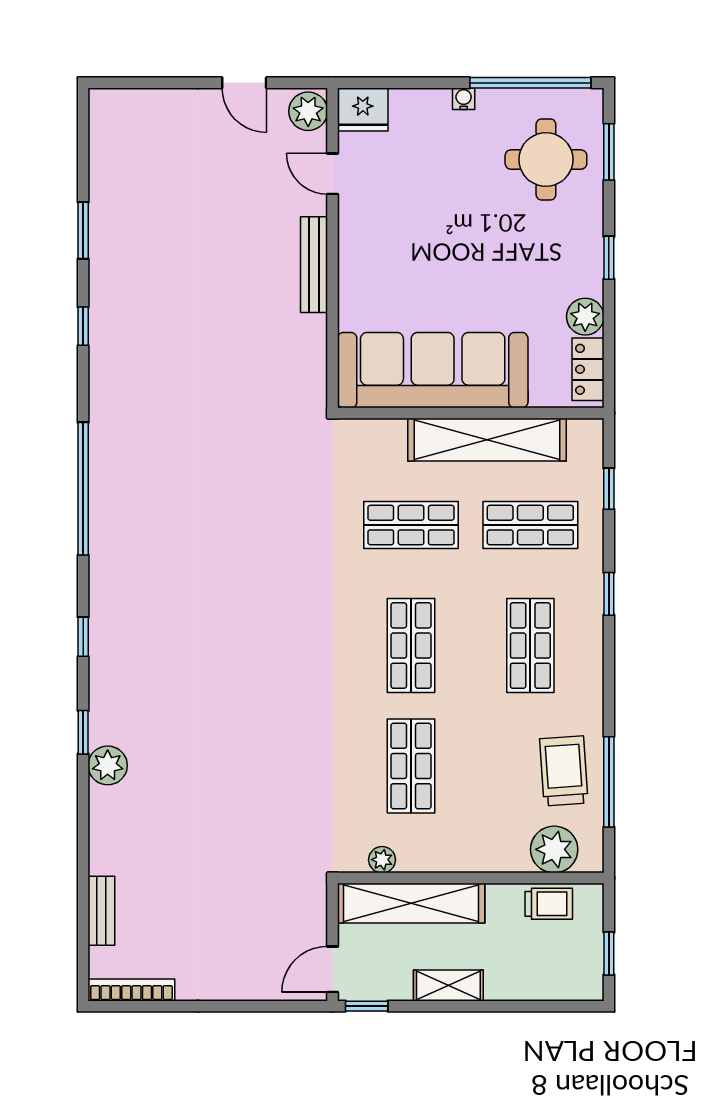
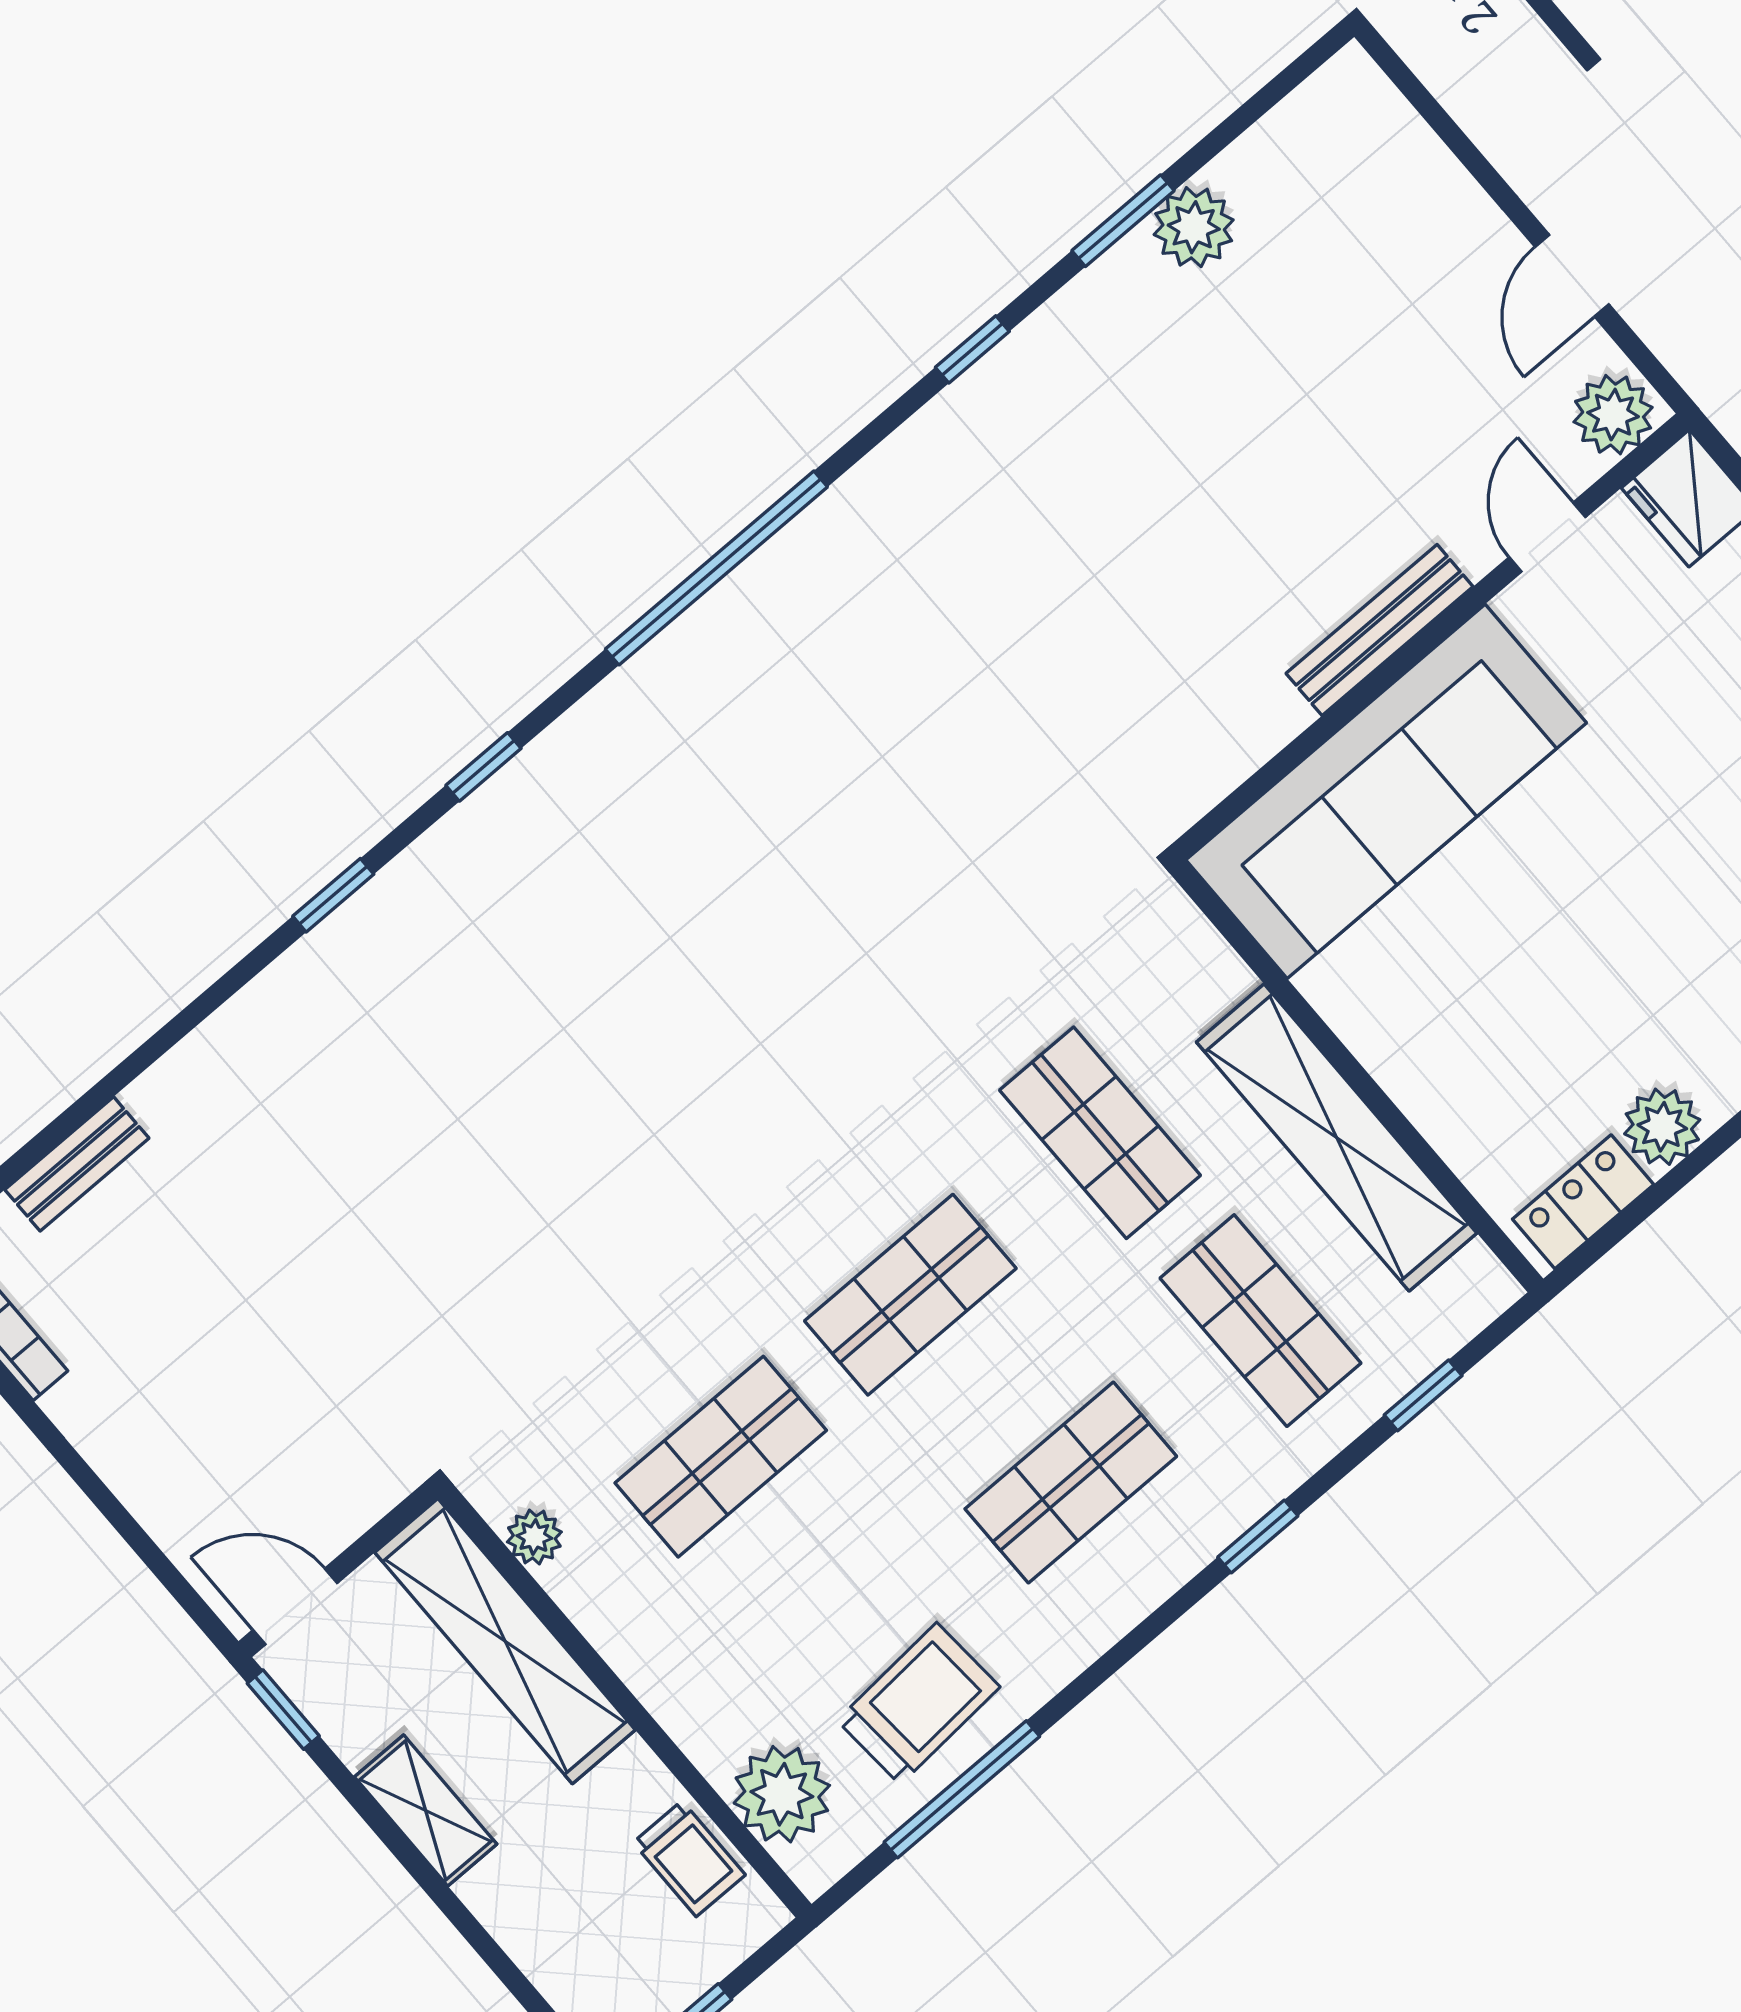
sofa: (433, 370) -> (1386, 791), moved, turned 90
plant: (108, 765) -> (1194, 227), moved

